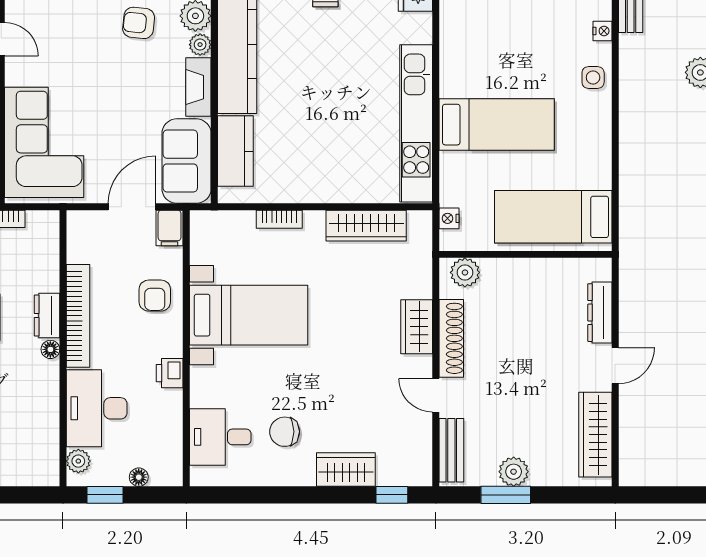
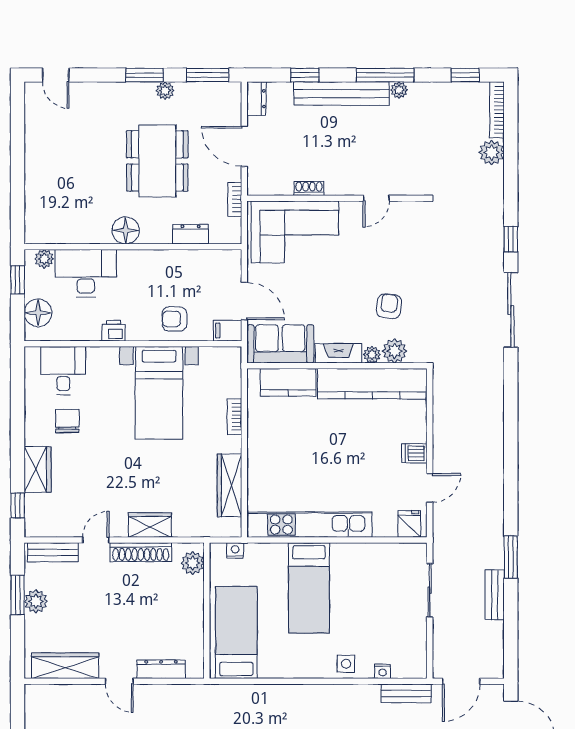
dresser: (47, 316) -> (191, 234), moved
bookcase: (78, 316) -> (158, 259), removed
floor lamp: (50, 349) -> (126, 230), width x1.89, depth x1.89
floor lamp: (139, 477) -> (38, 313), width x1.89, depth x1.89

